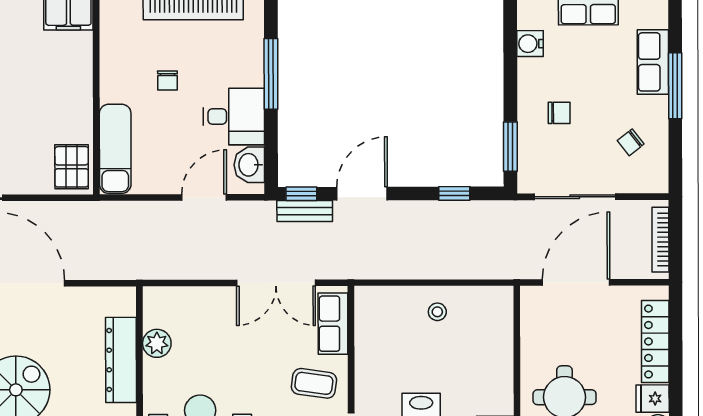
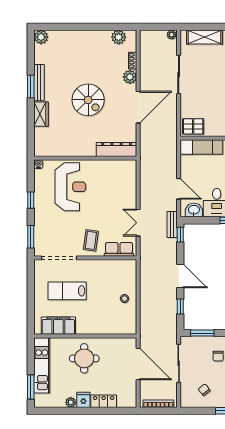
door: (362, 194) -> (180, 276), moved
bench: (305, 211) -> (172, 224), moved
double door: (276, 283) -> (138, 223), width x0.73
locker: (655, 341) -> (104, 401), width x0.66
plant: (157, 343) -> (110, 166), removed
dresser: (121, 360) -> (117, 150), moved

